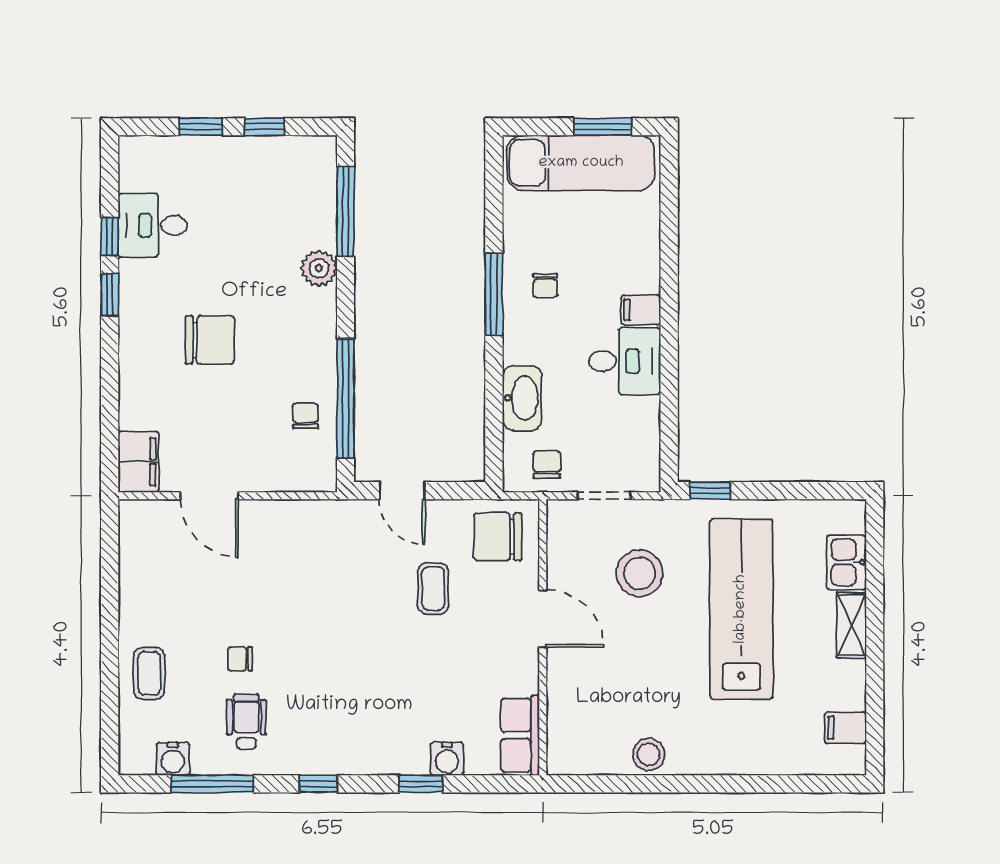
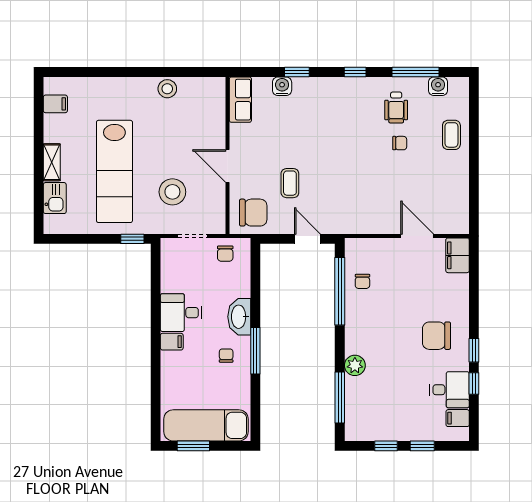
filing cabinet: (138, 176) -> (458, 418), added
chair: (210, 340) -> (436, 336), moved
washbasin: (522, 398) -> (239, 317), moved

